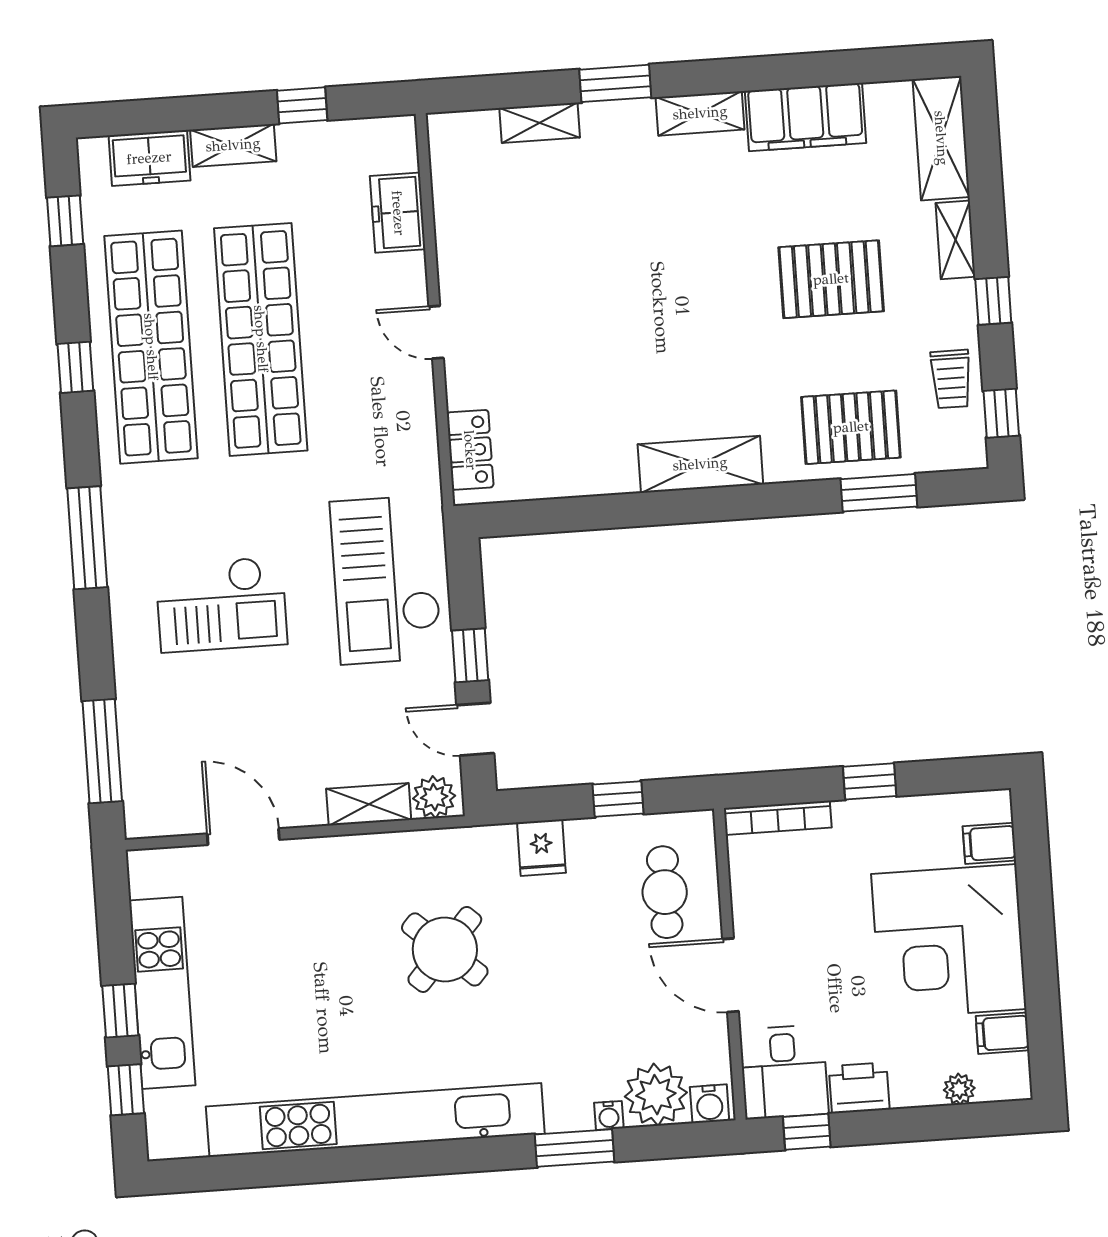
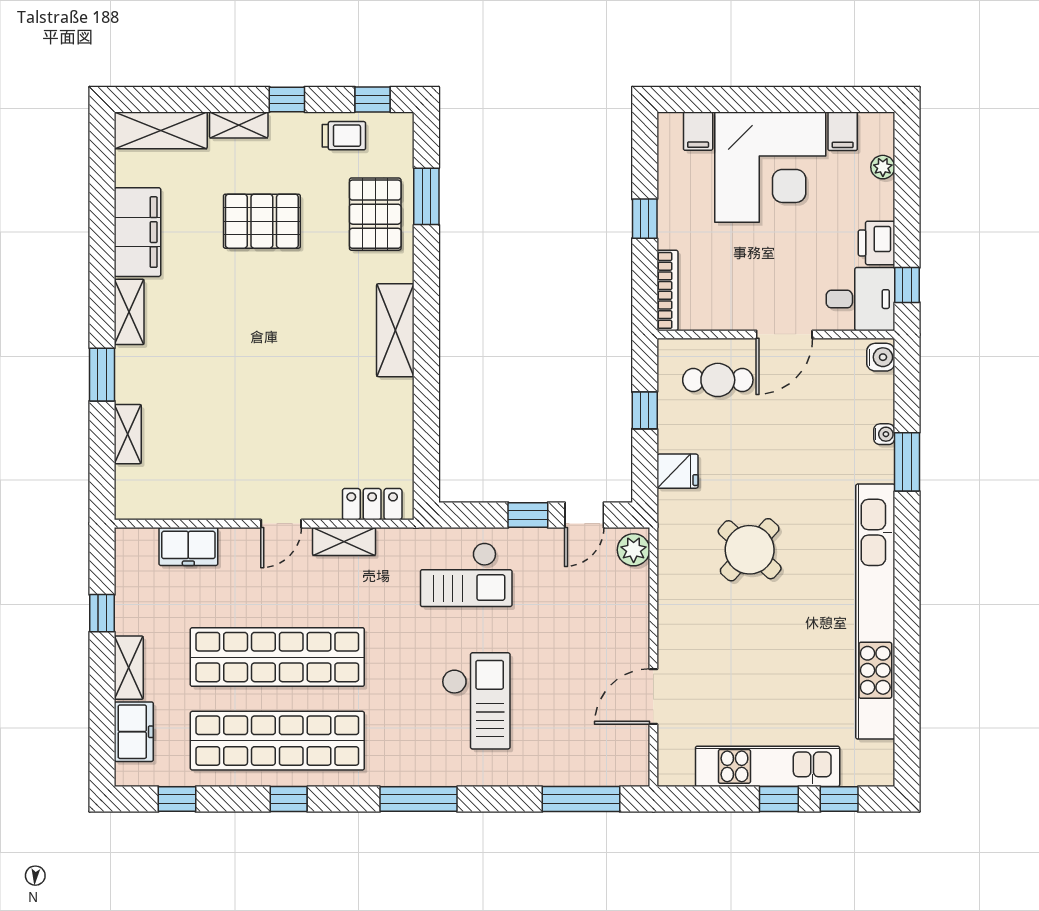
pallet: (831, 279) -> (262, 221), turned 90
checkout: (386, 580) -> (466, 575), width x0.73, depth x0.83
shelving: (369, 804) -> (344, 542), moved, turned 90
plant: (656, 1095) -> (871, 397), removed

